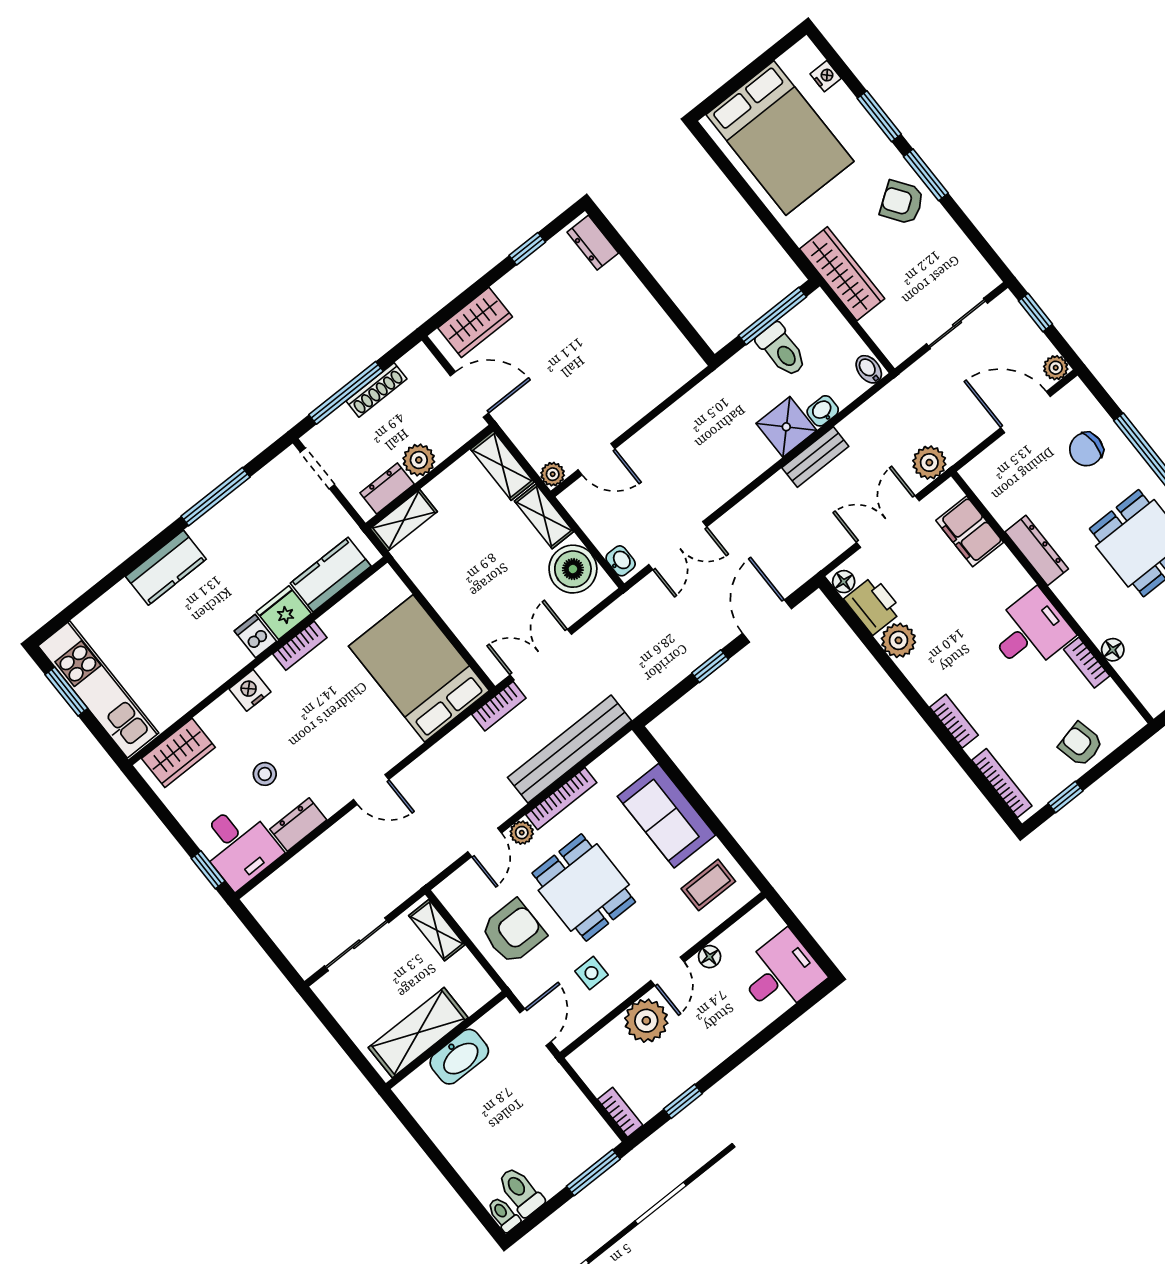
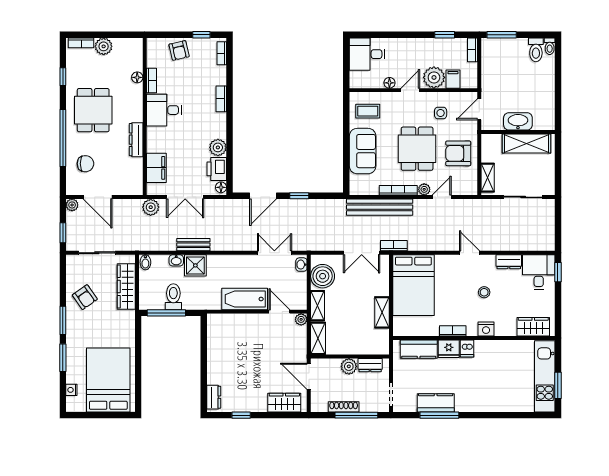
armchair: (902, 202) -> (85, 297), moved
wardrobe: (842, 274) -> (126, 286), moved
bathtub: (667, 436) -> (245, 299), added
shelving: (404, 520) -> (382, 312), moved, turned 90
kitchen counter: (166, 568) -> (436, 403), moved
stool: (265, 774) -> (484, 292), moved
bookcase: (1002, 783) -> (222, 53), width x0.64
filing cabinet: (614, 1042) -> (453, 79), added

